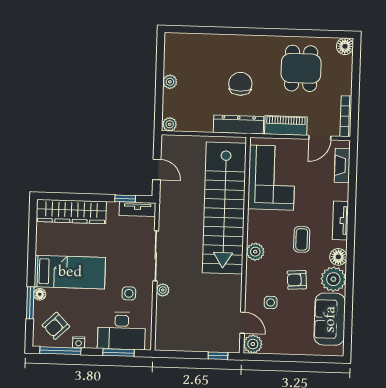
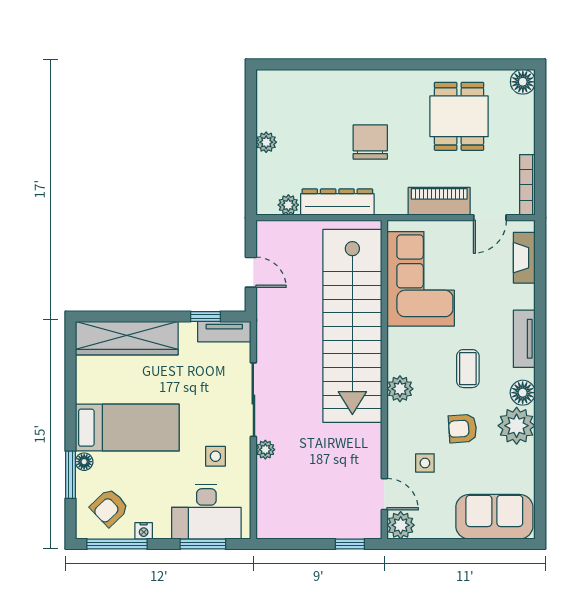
plant: (170, 124) -> (288, 205), moved
dresser: (239, 125) -> (337, 202), moved
sofa: (330, 319) -> (494, 517), moved, turned 90

